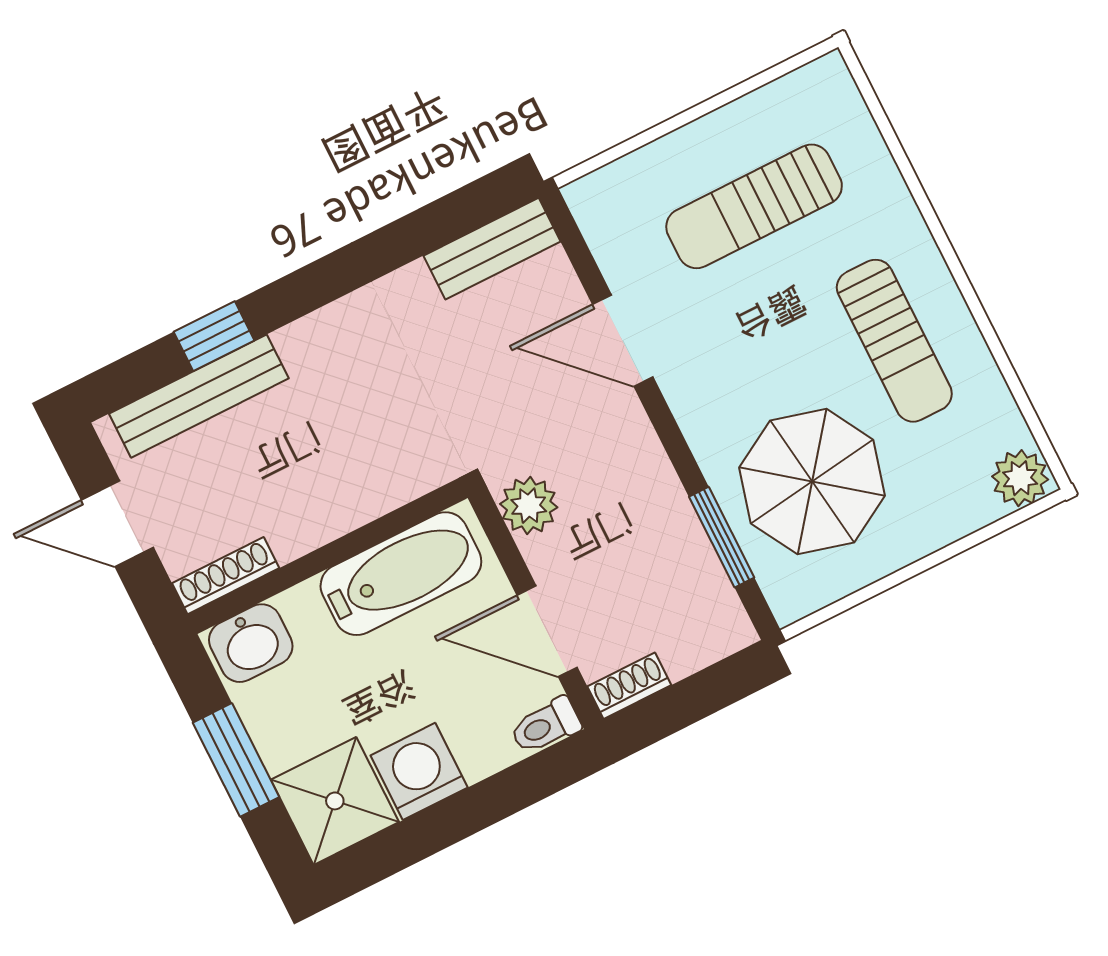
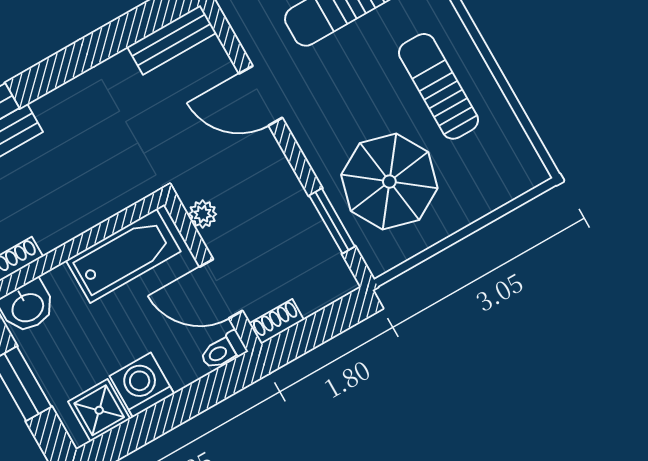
sun lounger: (894, 341) -> (438, 86), turned 180
plant: (1020, 478) -> (526, 172), removed
plant: (529, 506) -> (203, 214), width x0.73, depth x0.73
shower: (335, 801) -> (99, 410), width x0.73, depth x0.73

